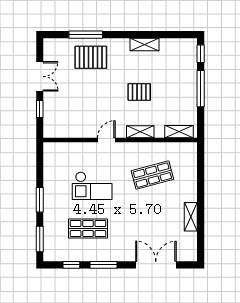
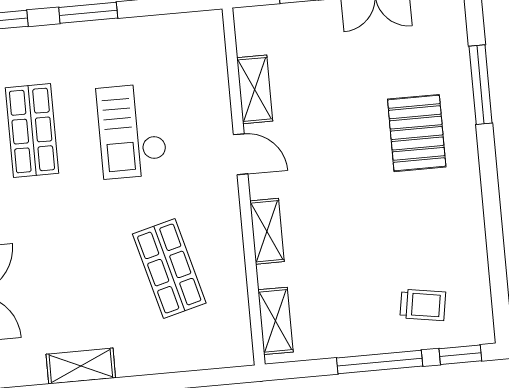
shelving: (144, 45) -> (255, 89), moved
pallet: (91, 57) -> (417, 133), moved
trolley: (178, 68) -> (423, 305), added
pallet: (139, 92) -> (359, 220), removed

